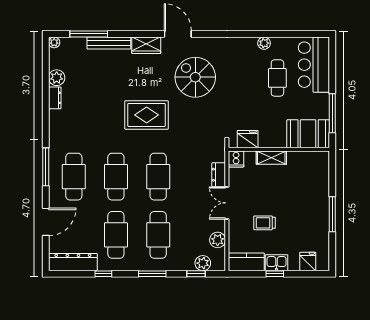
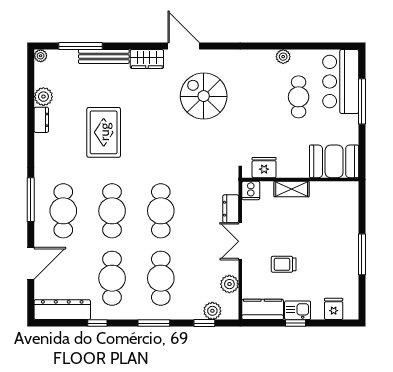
window: (332, 113) -> (362, 101), moved
rug: (147, 115) -> (104, 132), moved, turned 90

